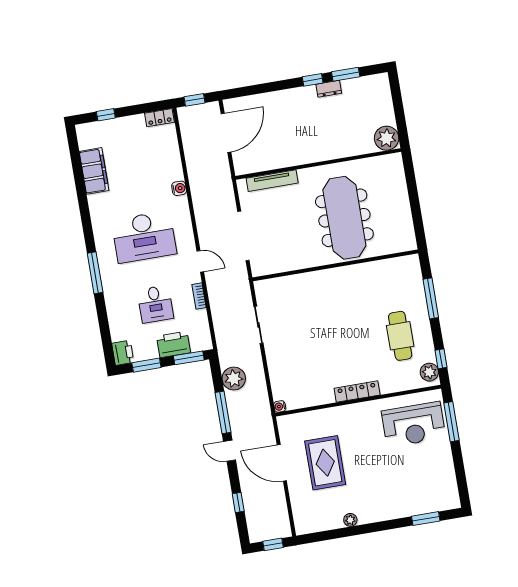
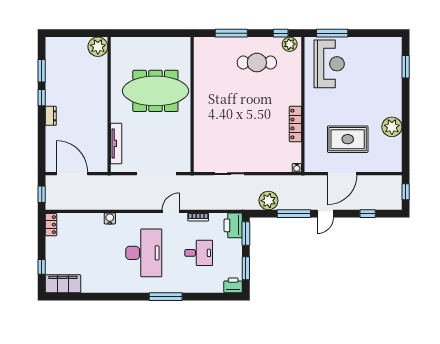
dresser: (329, 89) -> (51, 116), moved
filing cabinet: (94, 171) -> (63, 284), moved
printer: (173, 344) -> (233, 225), moved
locker: (357, 392) -> (295, 124), moved
plant: (350, 520) -> (392, 127), width x1.88, depth x1.88

